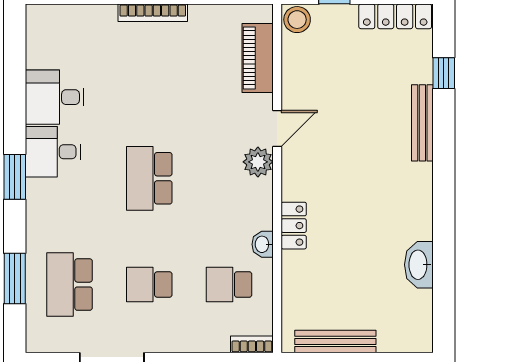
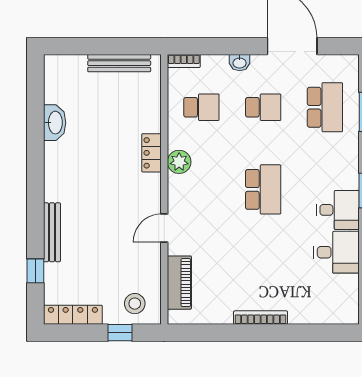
stool: (297, 20) -> (135, 304), moved
plant: (258, 162) -> (179, 162), moved
washbasin: (263, 244) -> (240, 63), moved, turned 90

